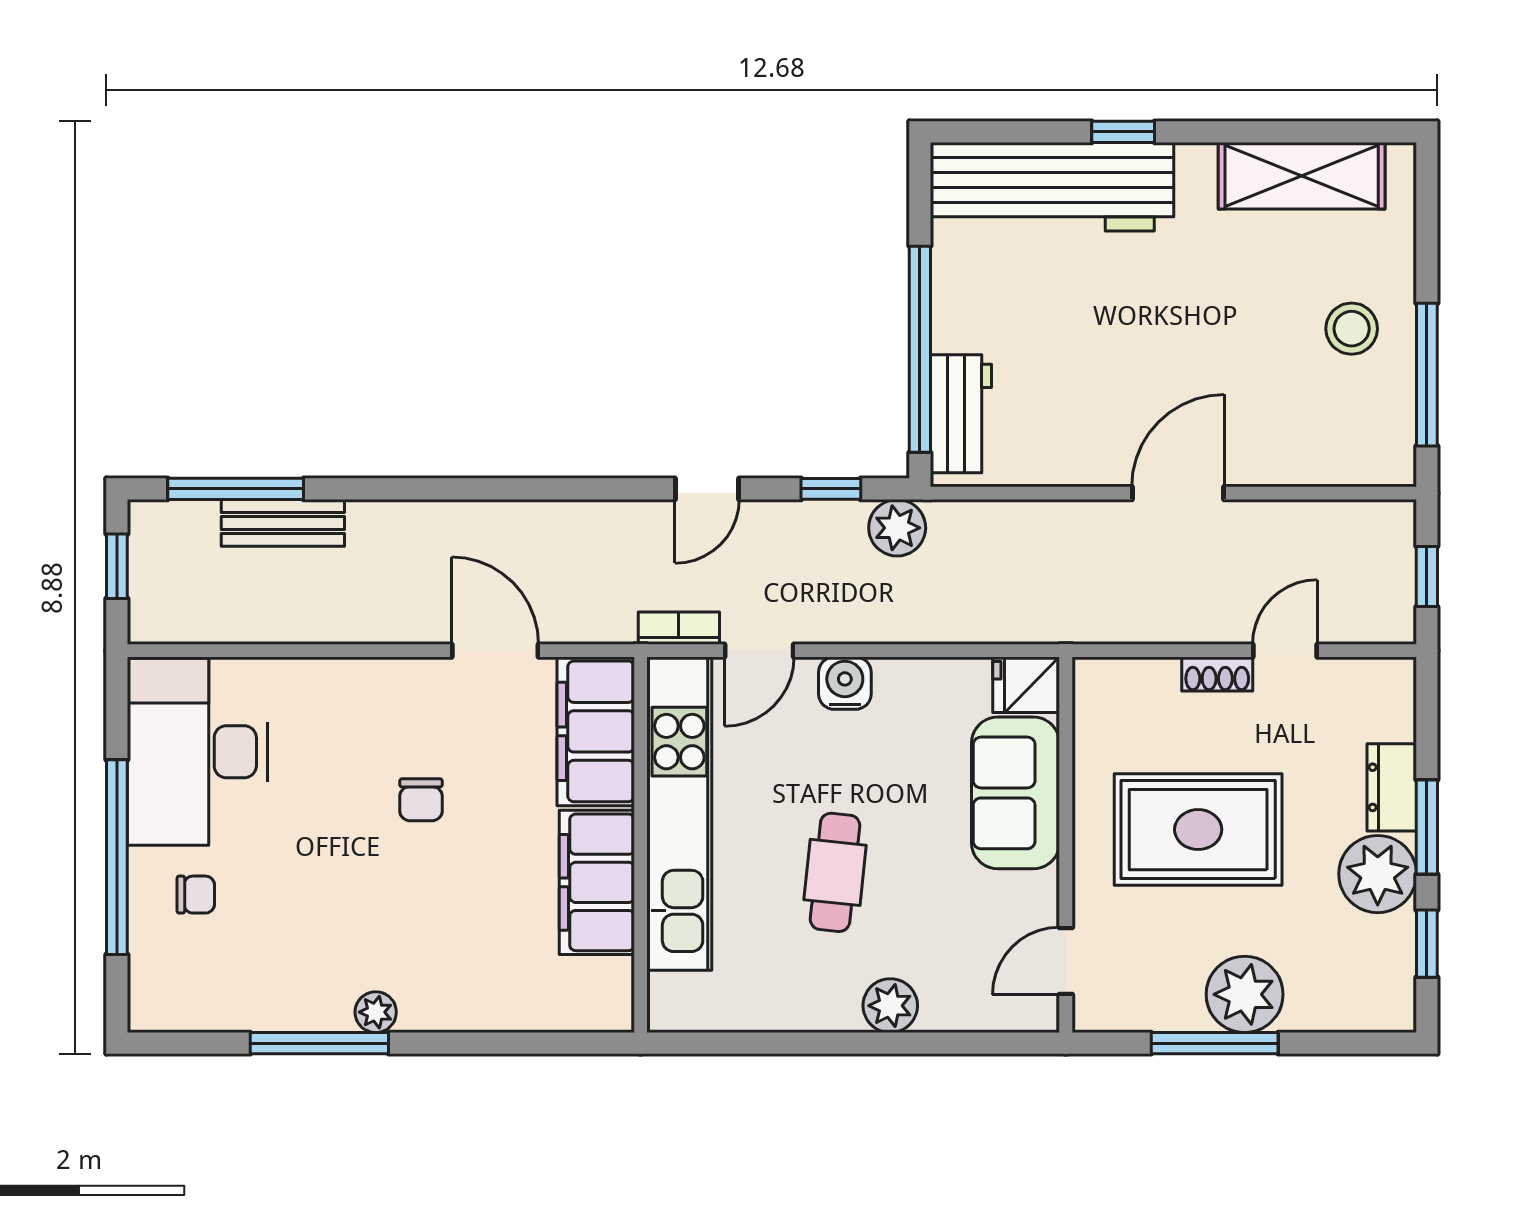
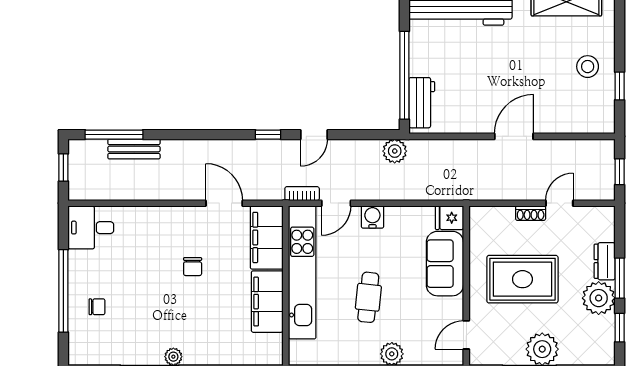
window: (1427, 375) -> (620, 86), width x0.46
window: (831, 489) -> (268, 135), moved
desk: (197, 752) -> (91, 228), width x0.53, depth x0.77

